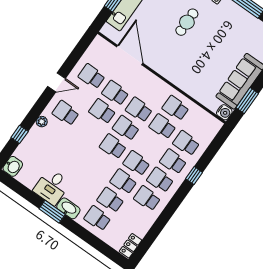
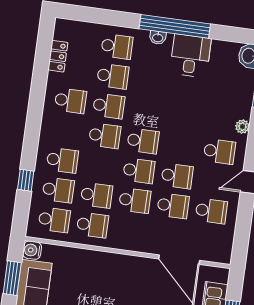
window: (194, 176) -> (26, 180), moved
school desk: (160, 180) -> (54, 220), moved
washbasin: (68, 208) -> (158, 38), width x0.52, depth x0.69
window: (52, 212) -> (175, 26), width x2.11
locker: (130, 246) -> (58, 56), moved

